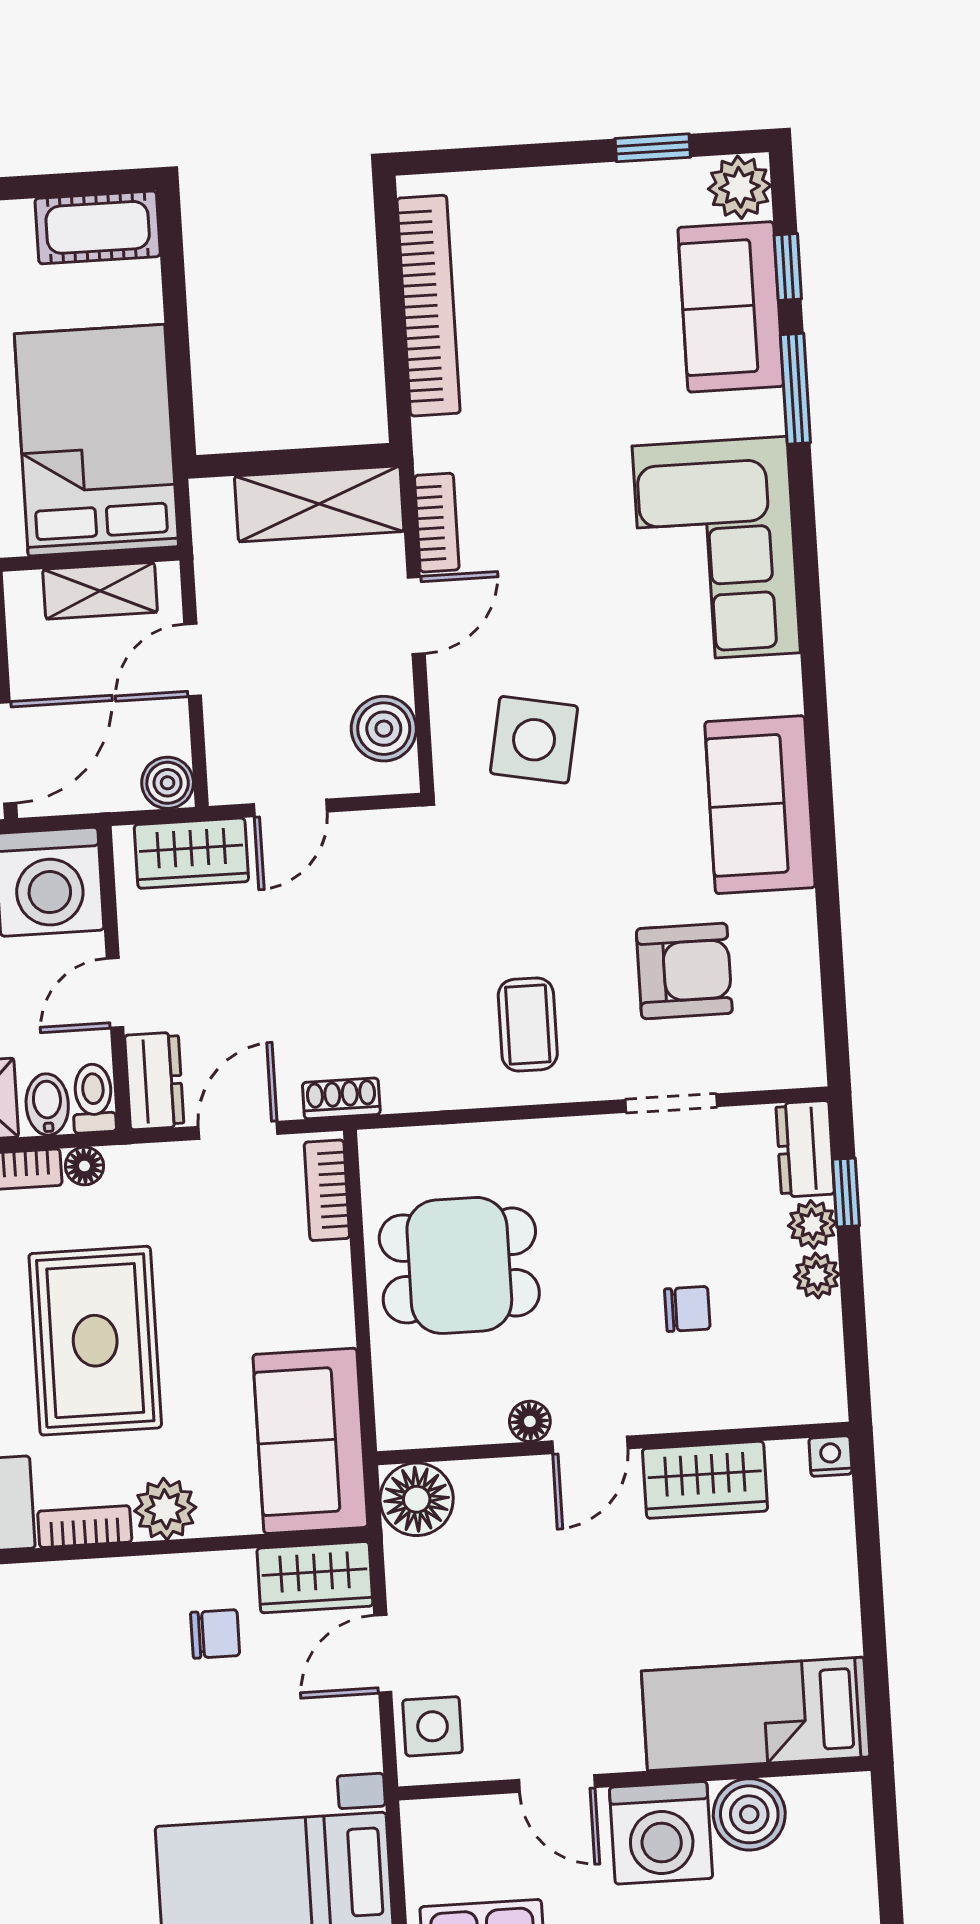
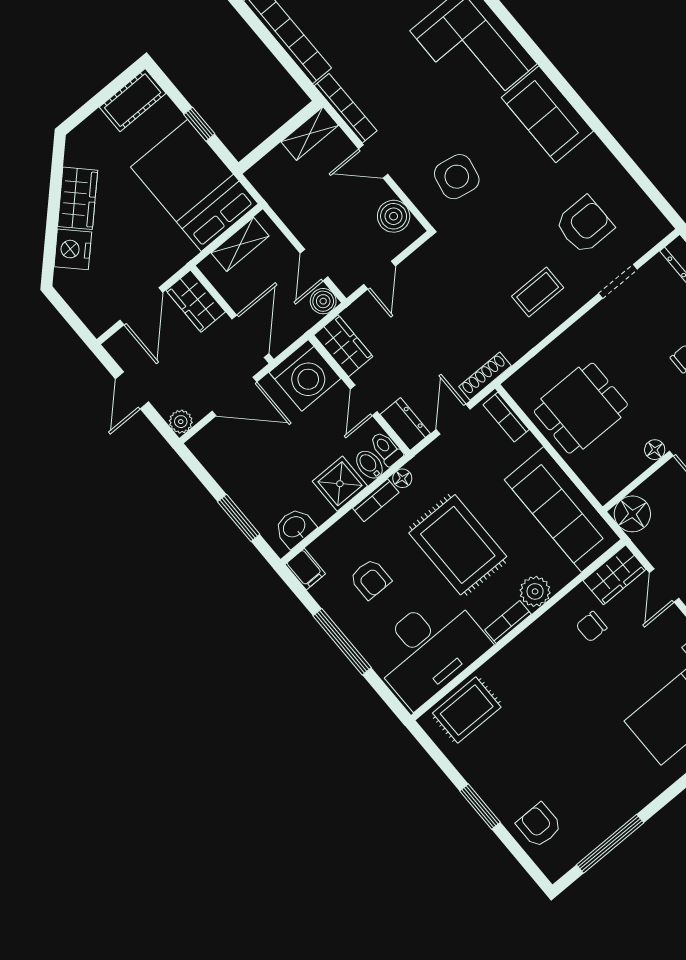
window: (178, 346) -> (199, 124), added
shelving: (319, 504) -> (310, 134), width x0.67, depth x0.75
bookcase: (437, 523) -> (346, 108), width x1.56
door: (416, 615) -> (373, 162), swing flipped
door: (193, 660) -> (314, 265), moved
sofa: (760, 805) -> (547, 114), moved
wardrobe: (191, 853) -> (343, 346), moved, turned -90
coffee table: (528, 1024) -> (538, 292), turned 90
shoe rack: (341, 1098) -> (485, 376), width x1.43
sofa: (310, 1441) -> (563, 509), width x1.36
chair: (215, 1634) -> (591, 627), turned 180

